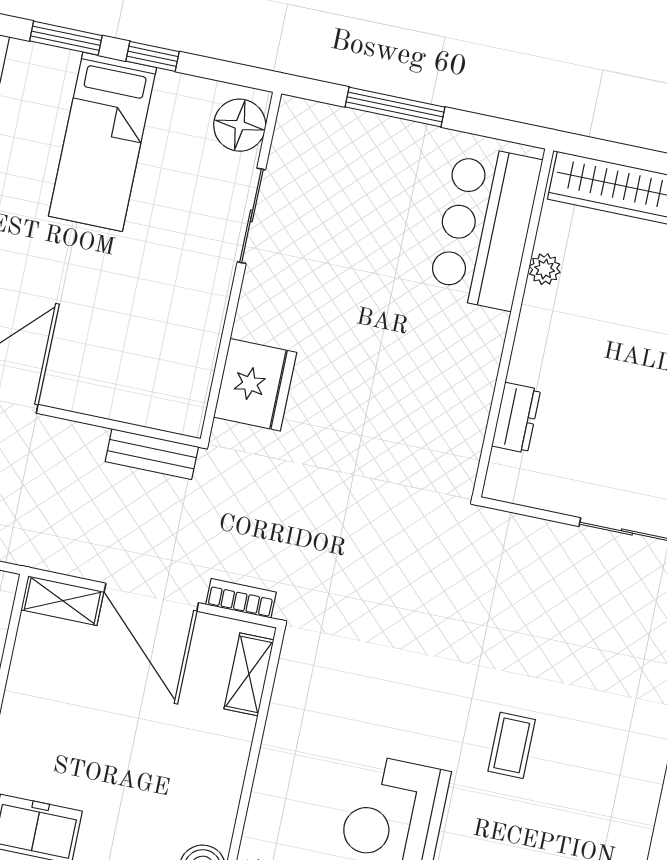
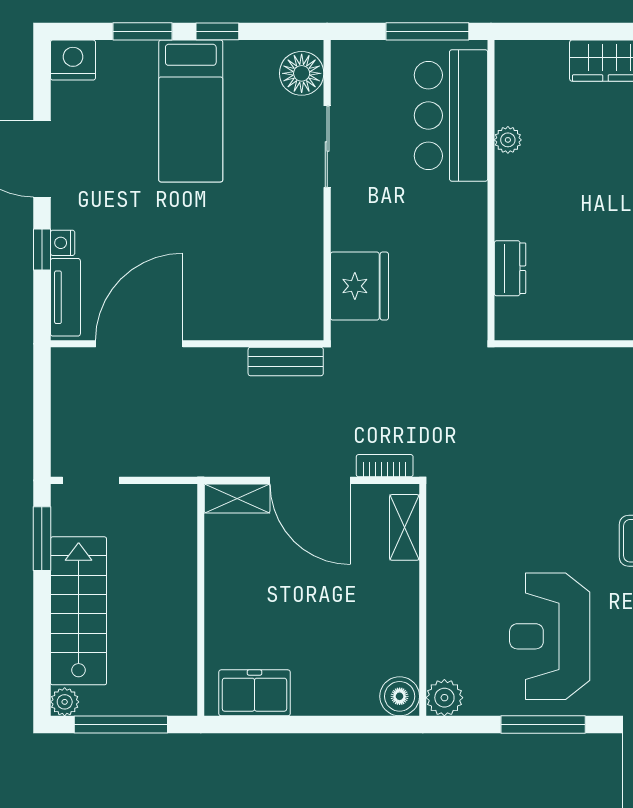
bar counter: (485, 227) -> (451, 115), moved
plant: (545, 269) -> (508, 140), moved
wall: (513, 323) -> (491, 190), moved
dresser: (516, 418) -> (510, 268), moved

